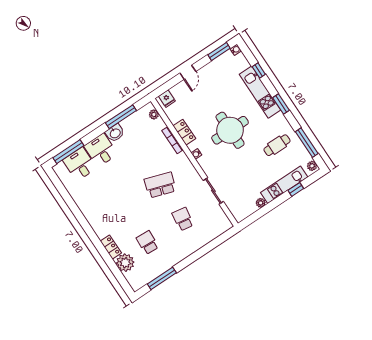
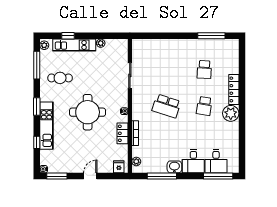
school desk: (183, 219) -> (204, 106), moved
locker: (111, 247) -> (234, 89), width x1.53
plant: (125, 263) -> (231, 113), moved

